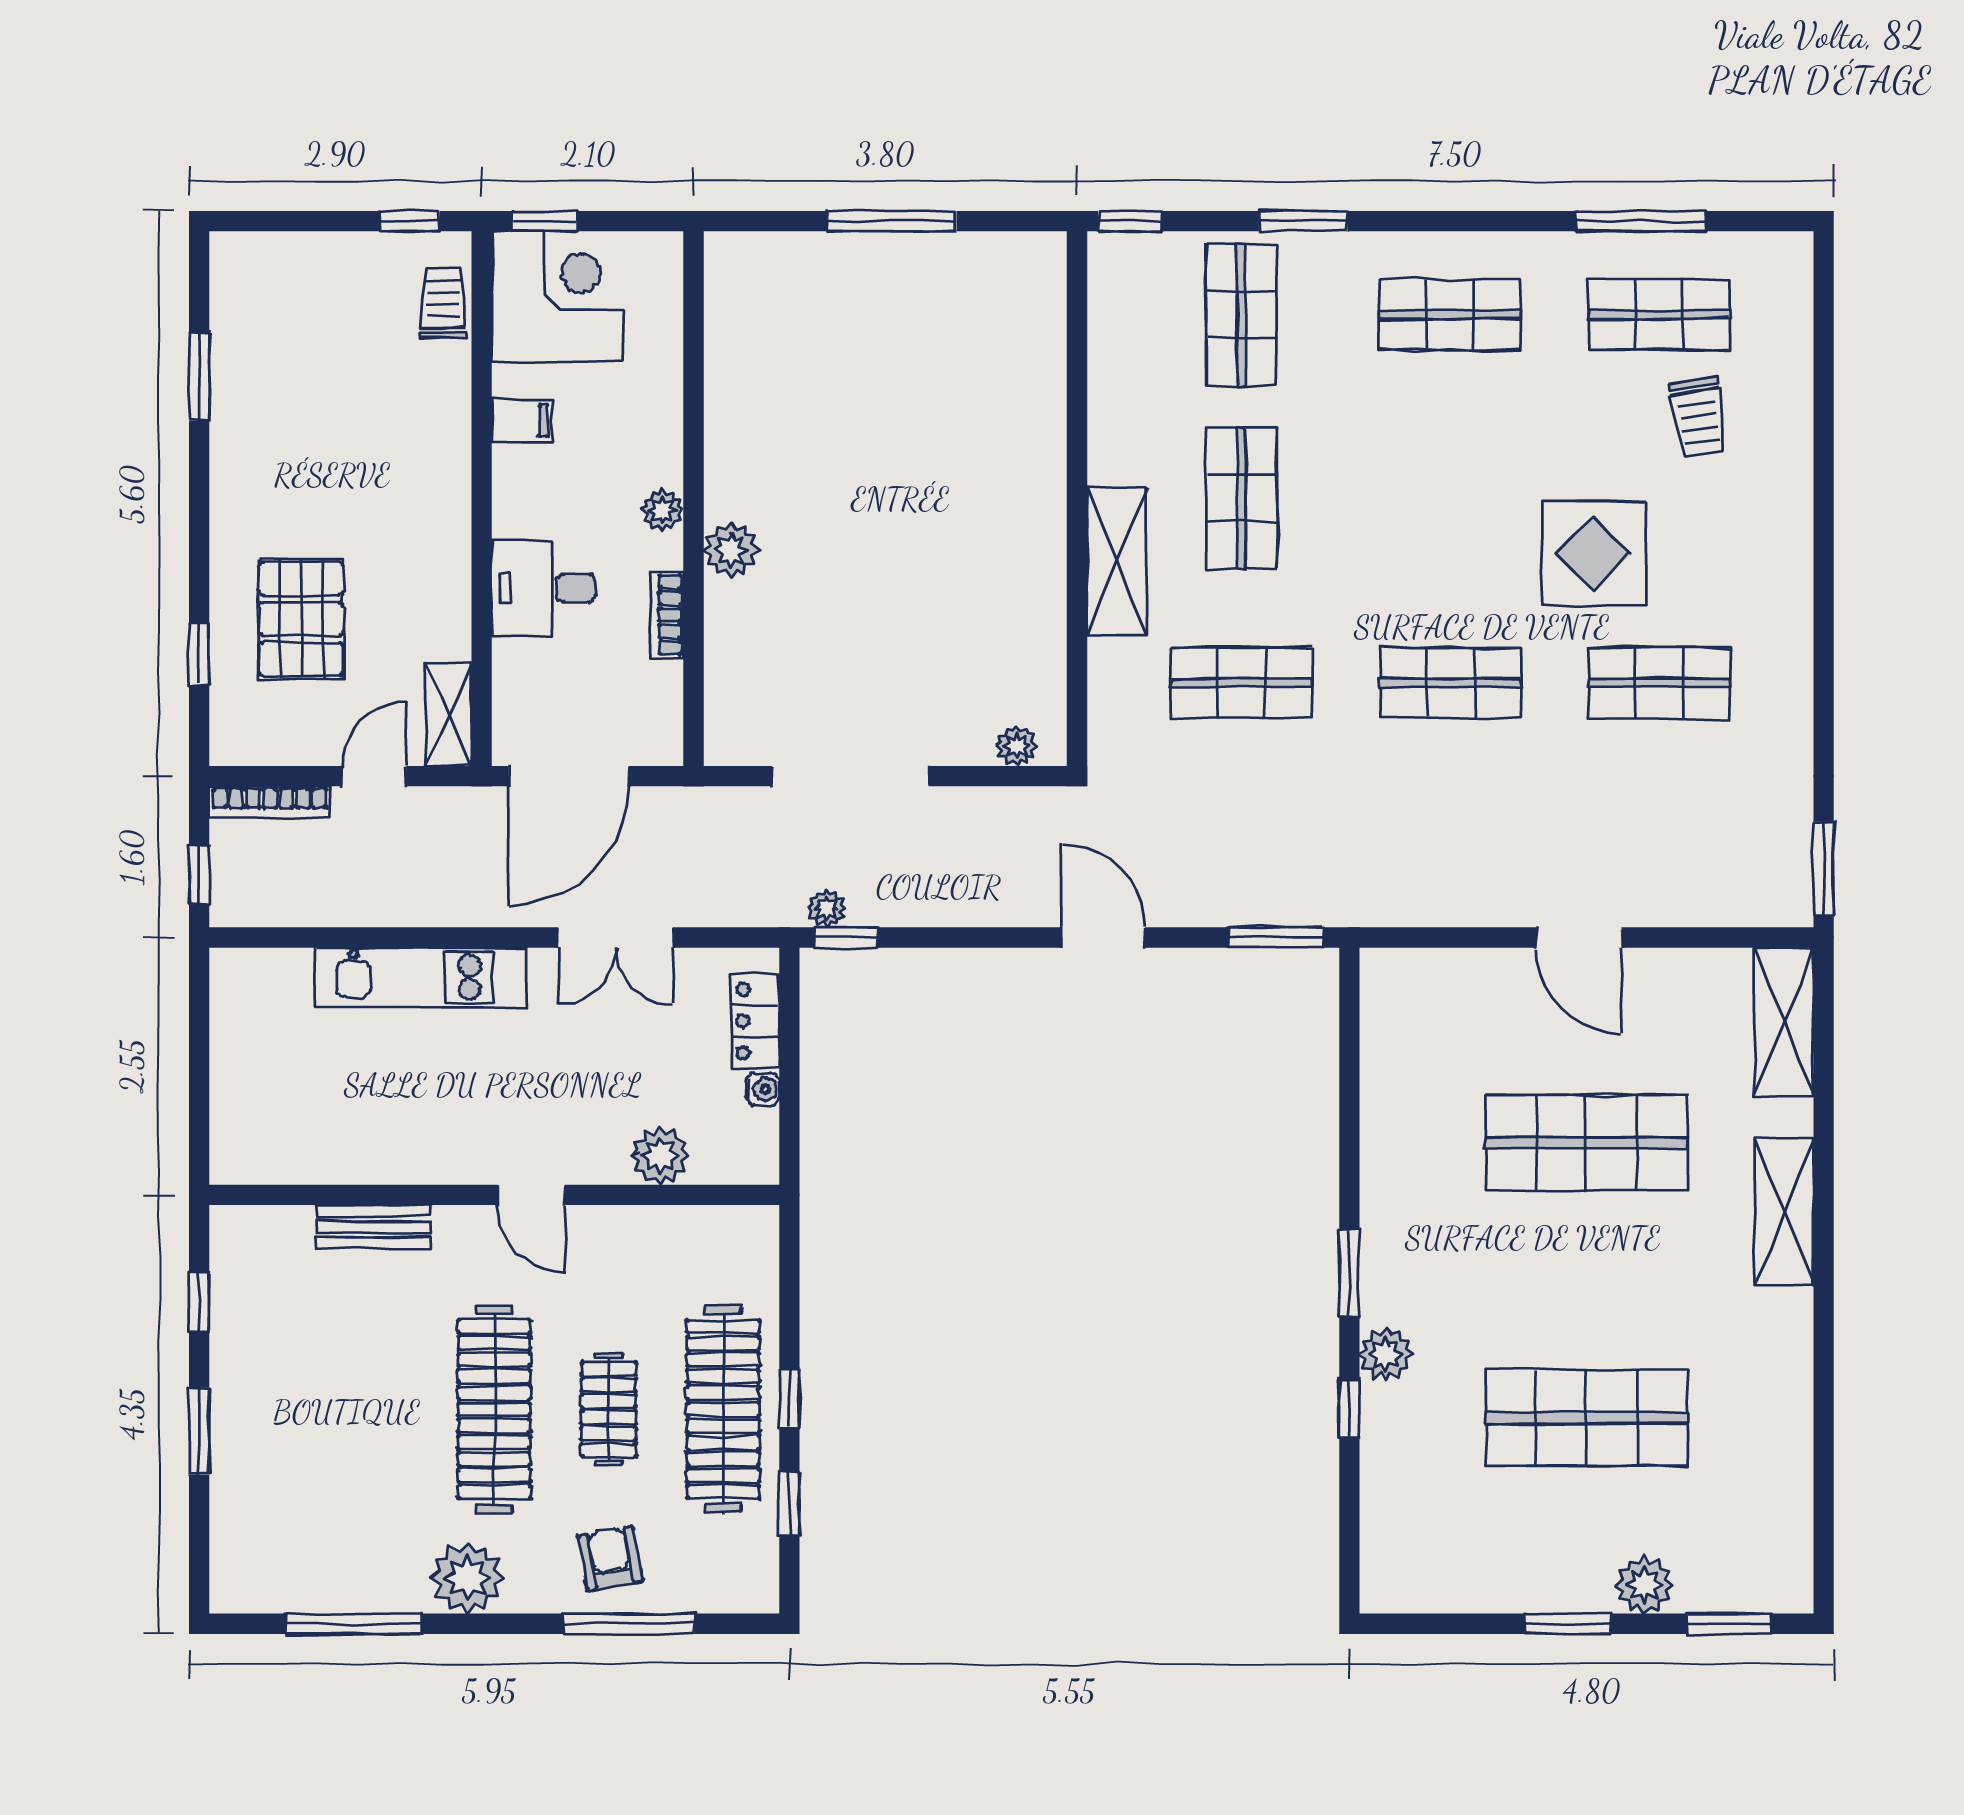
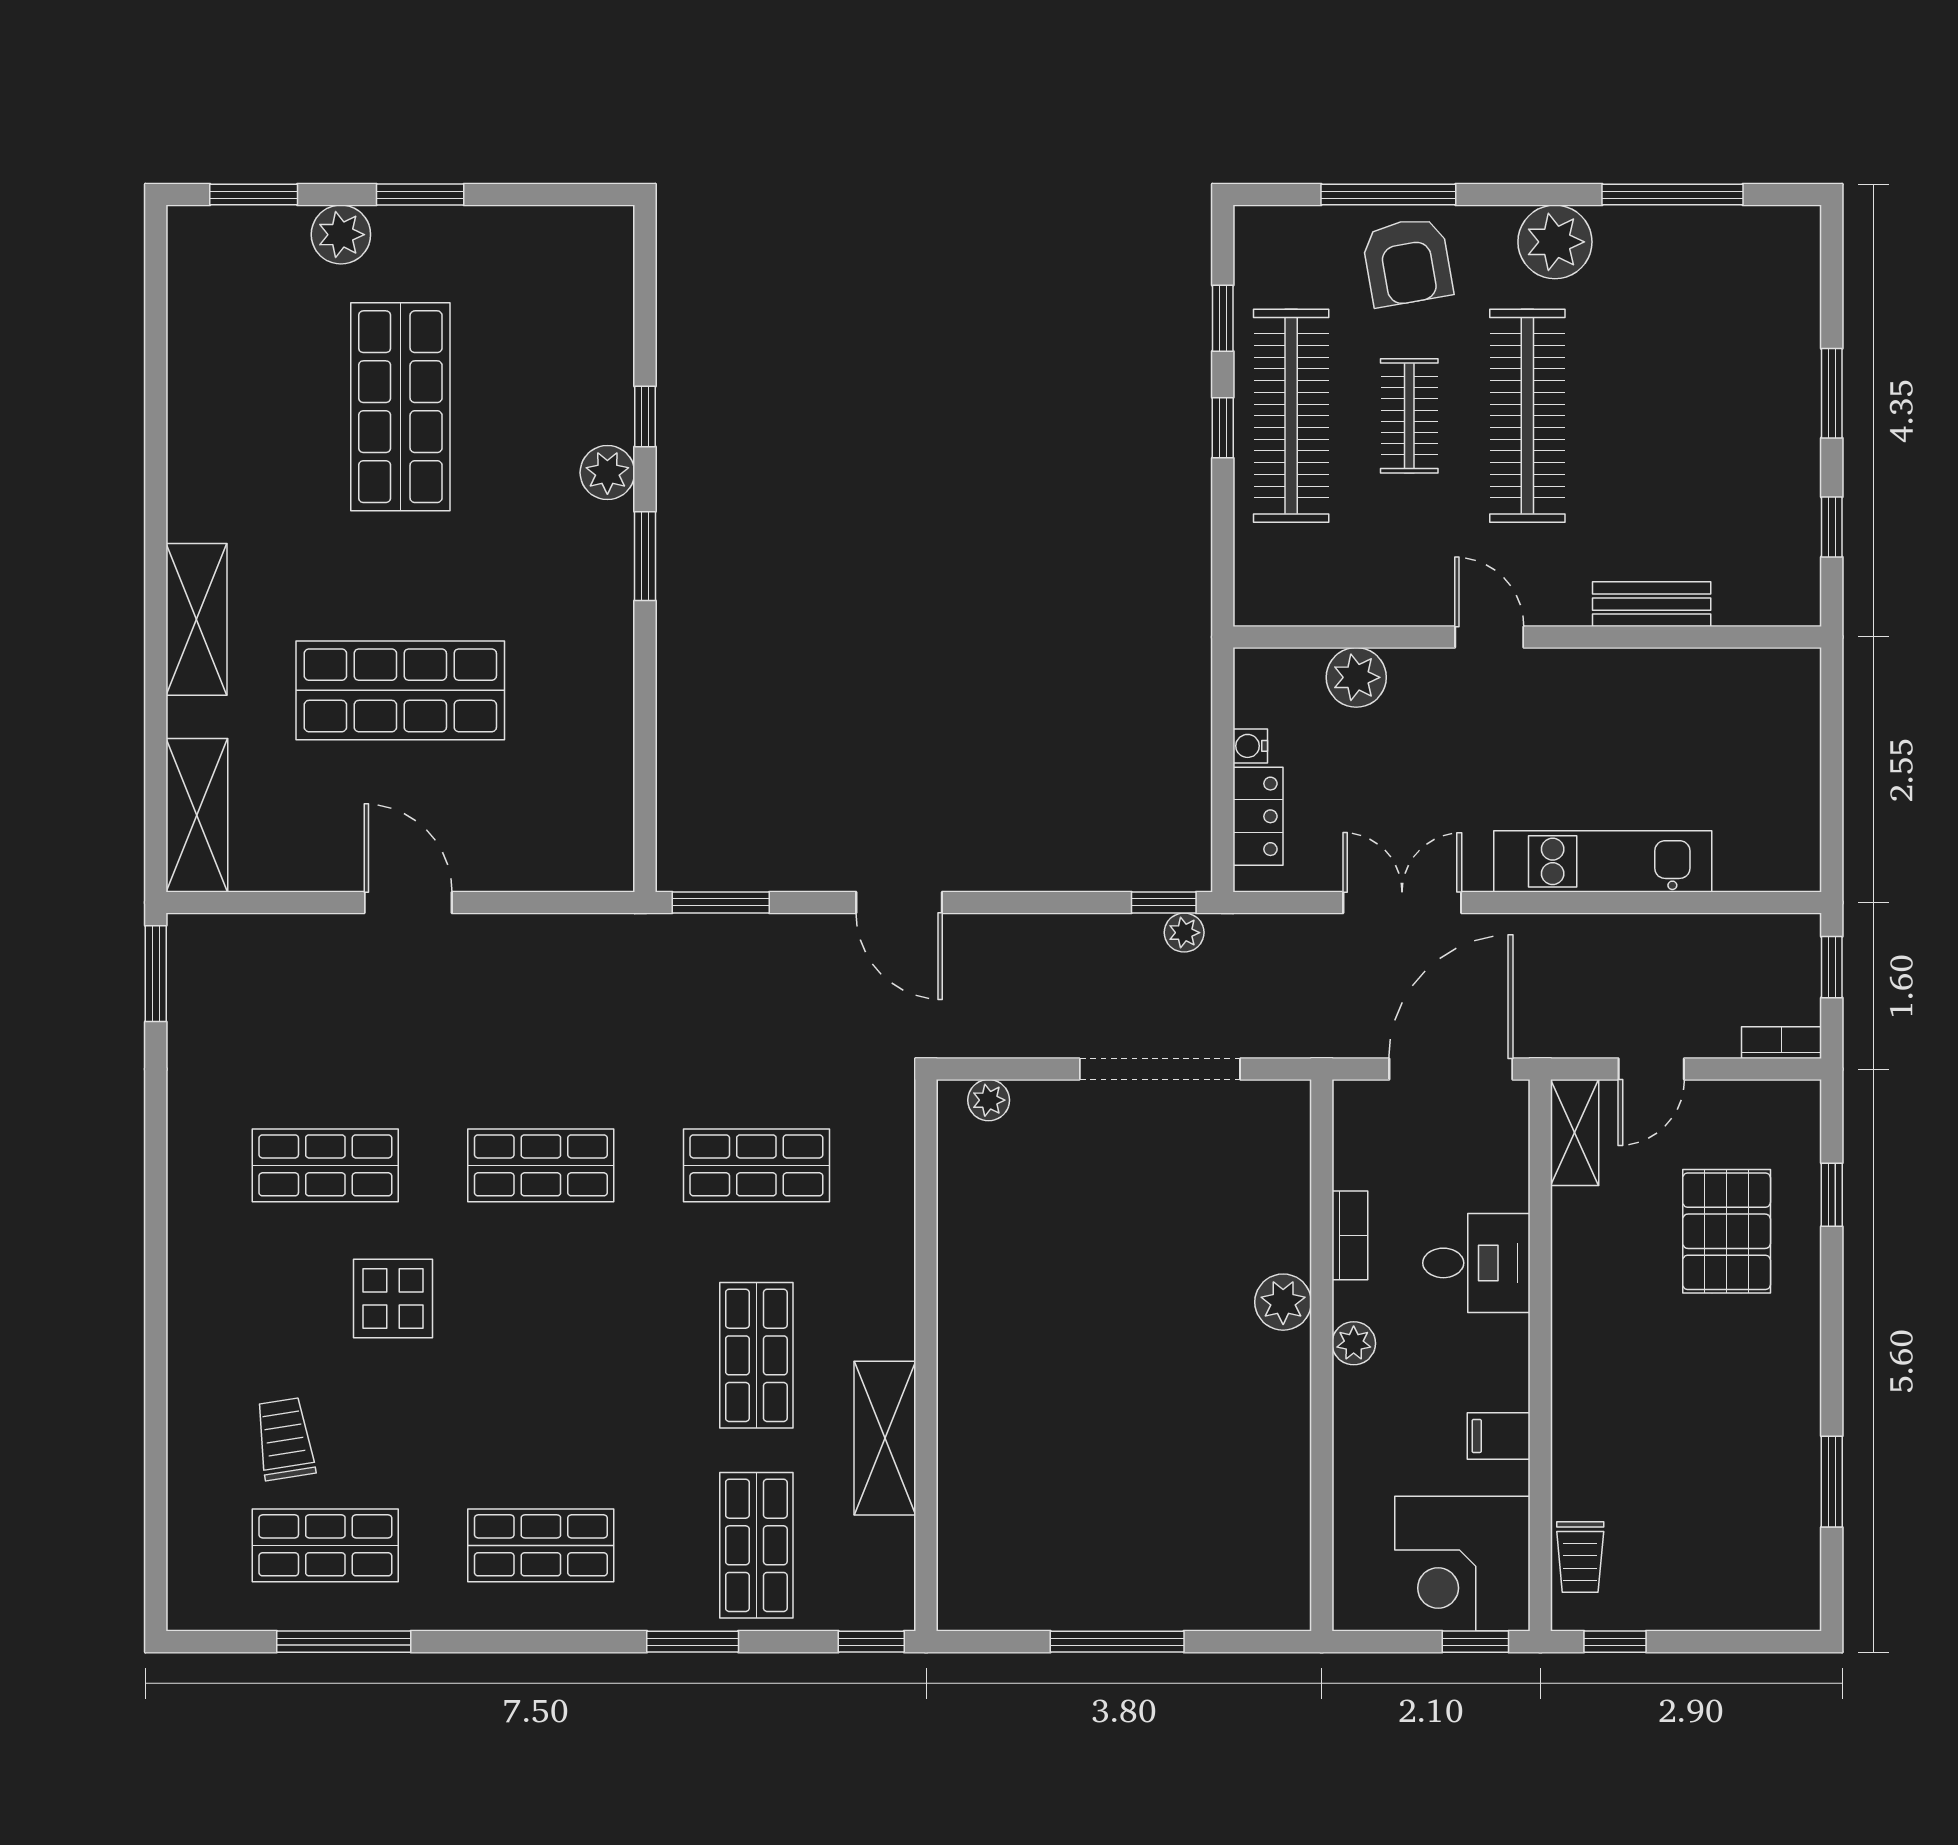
display table: (1594, 554) -> (393, 1299), width x0.73, depth x0.73
shelving: (1117, 561) -> (885, 1438), moved
bookcase: (270, 802) -> (1781, 1043), width x0.64
shop shelf: (1587, 1418) -> (400, 407), turned 90
armchair: (611, 1559) -> (1407, 262), width x1.38, depth x1.38

